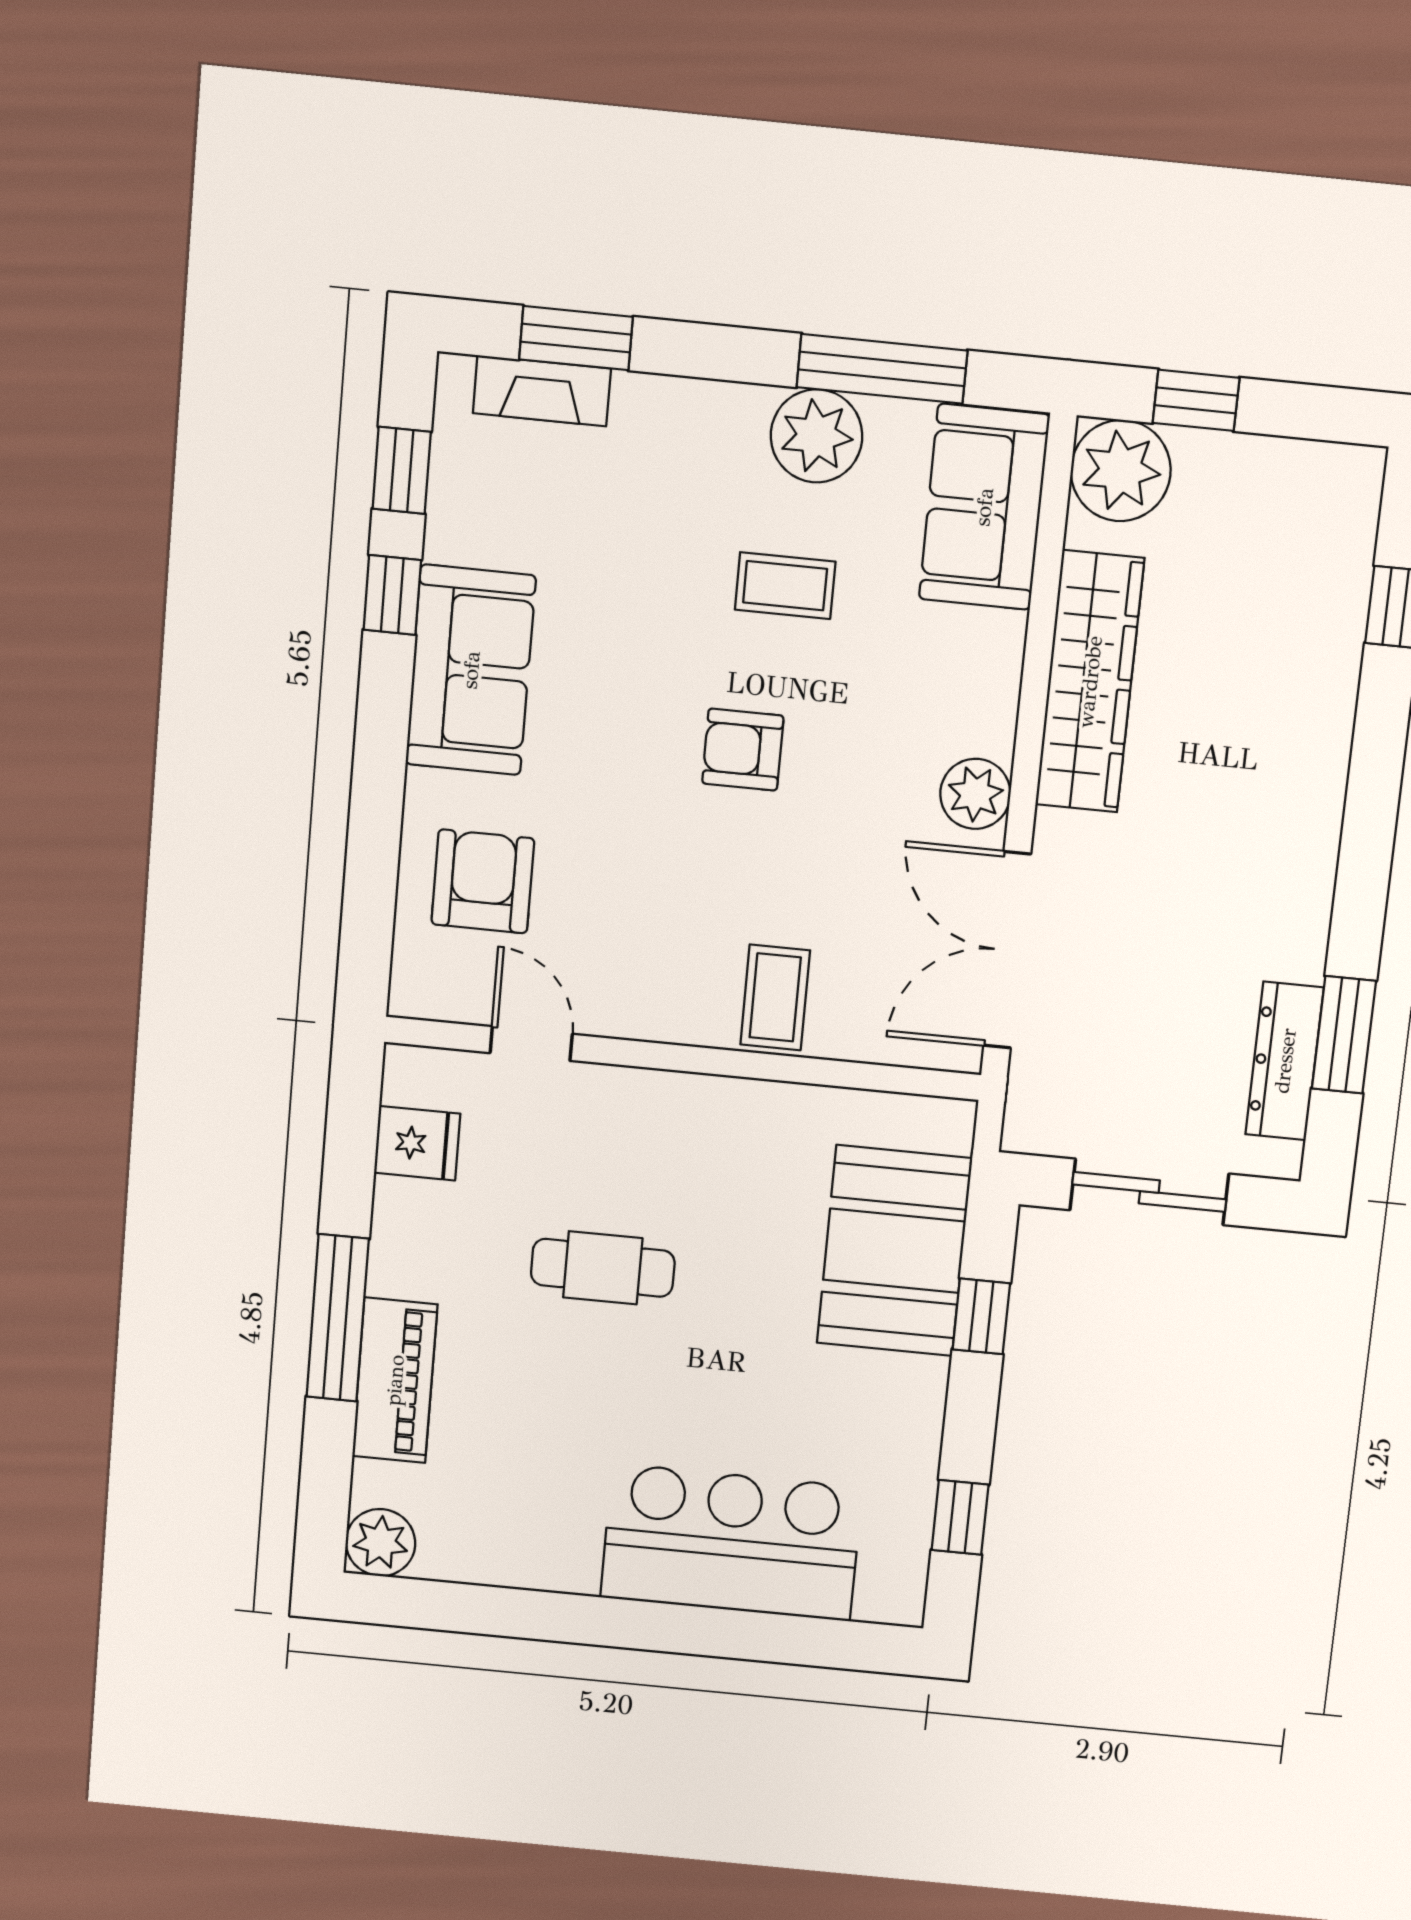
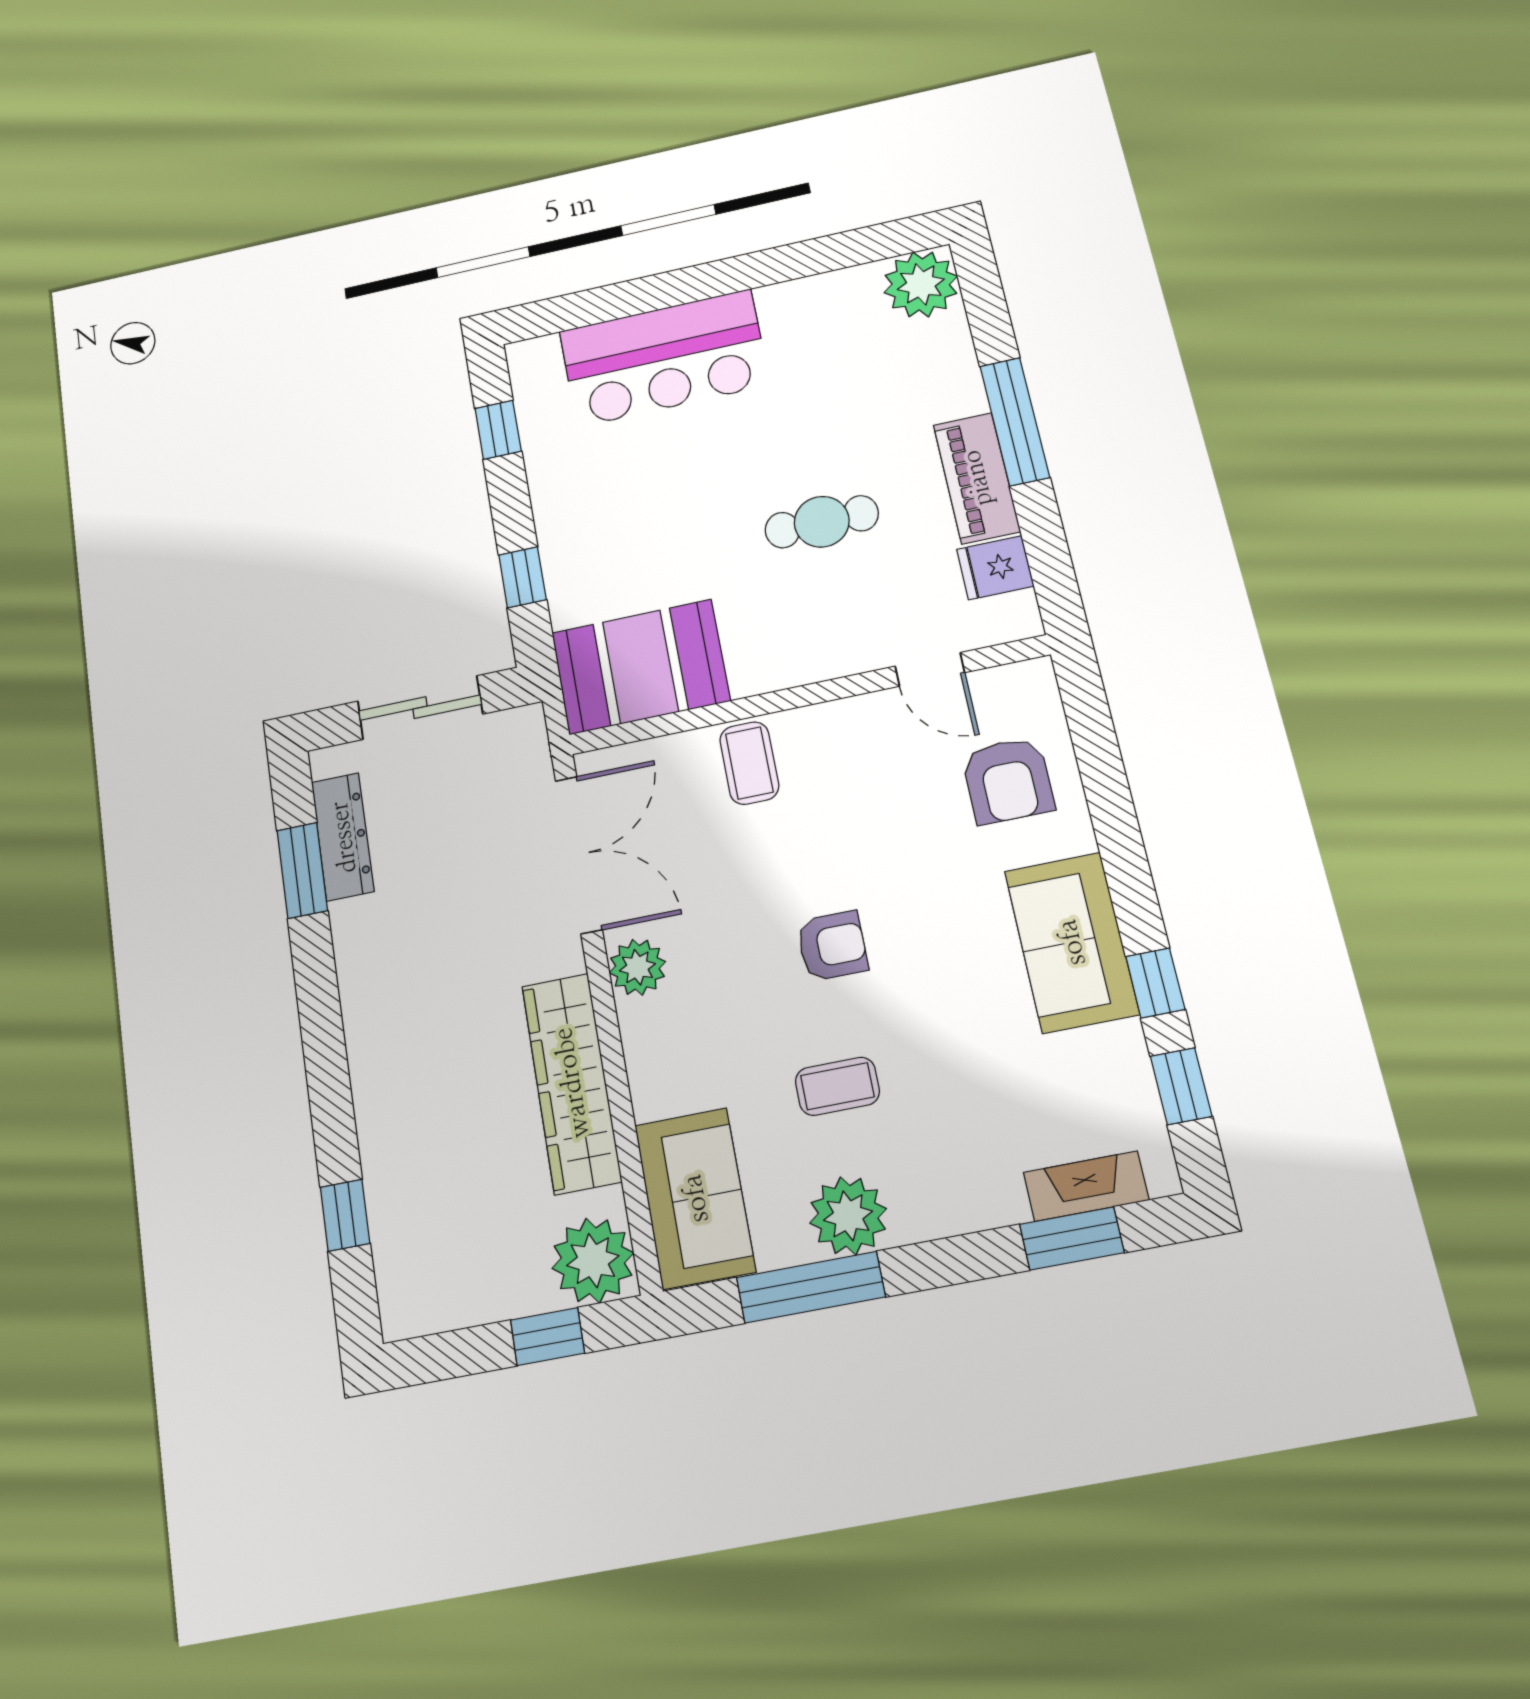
booth: (894, 1251) -> (640, 667), moved, turned 90
piano: (395, 1380) -> (977, 478), moved
plant: (380, 1543) -> (921, 284), width x1.36, depth x1.36

